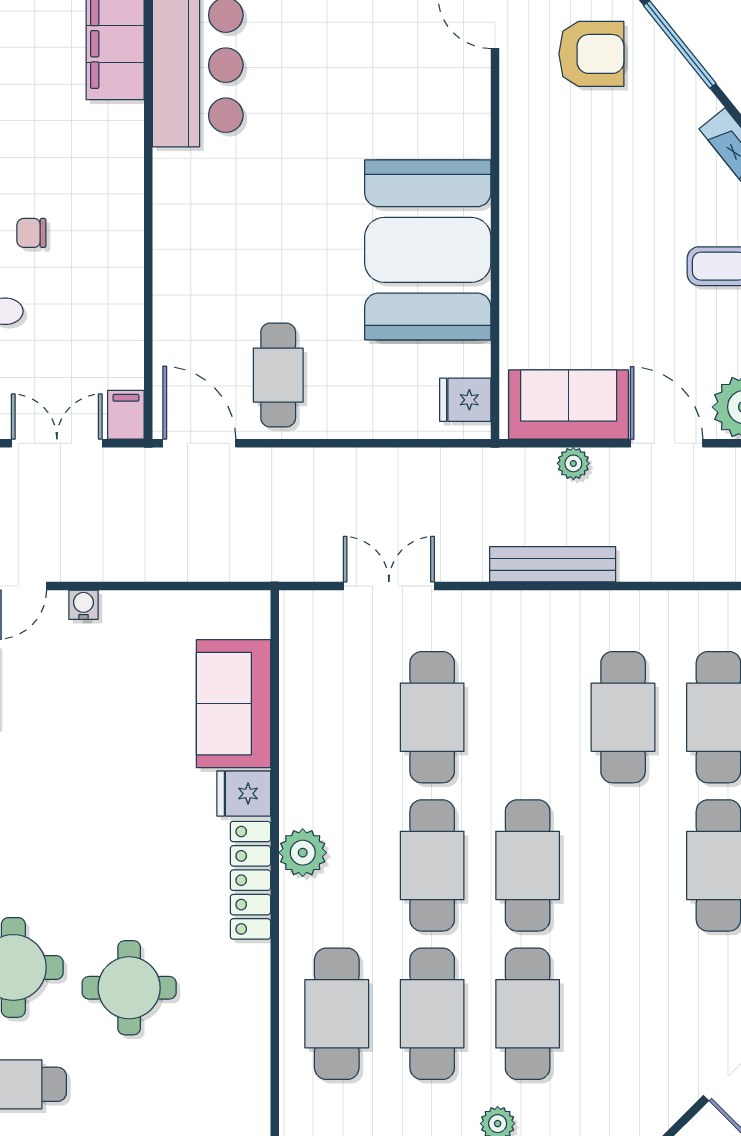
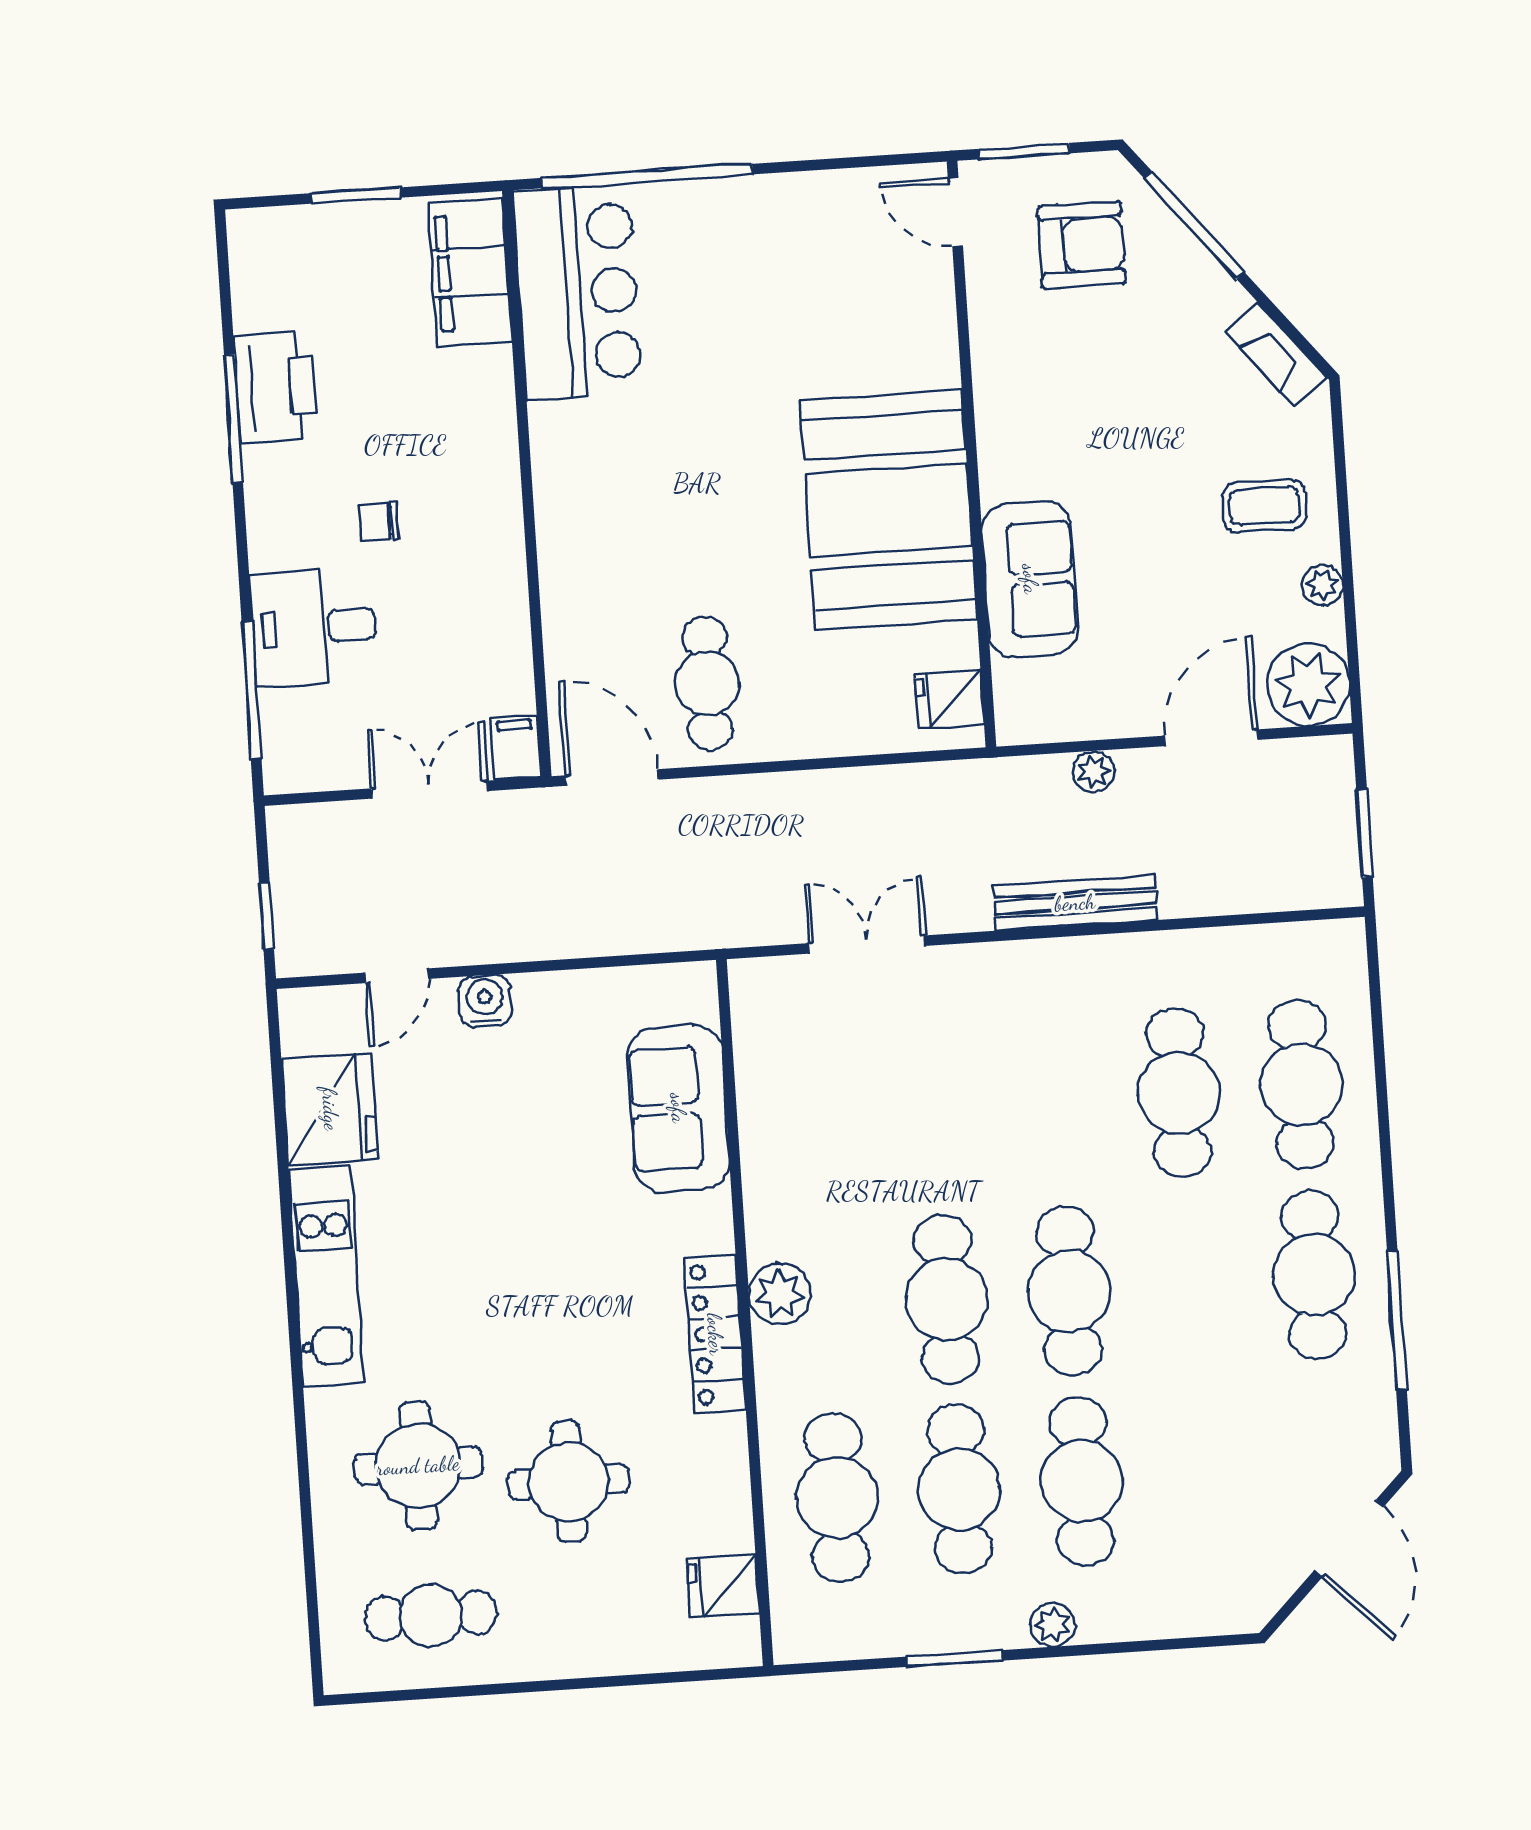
sofa: (569, 405) -> (1030, 579), moved, turned 90
door: (667, 443) -> (1211, 738), hinge flipped
water cooler: (83, 605) -> (485, 1001), width x1.38, depth x1.38
cafe table: (432, 717) -> (934, 1109), removed
fridge: (244, 794) -> (723, 1586), moved

